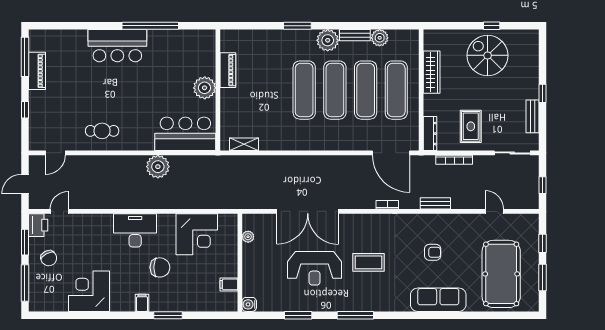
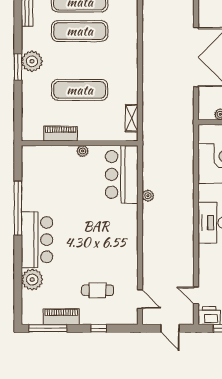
plant: (328, 40) -> (32, 61), moved
plant: (76, 41) -> (32, 280), added
plant: (205, 88) -> (82, 151), width x0.53, depth x0.53
exercise mat: (304, 90) -> (80, 90), moved
cafe table: (102, 131) -> (98, 290), moved, turned 90
plant: (158, 167) -> (148, 196), width x0.53, depth x0.53

